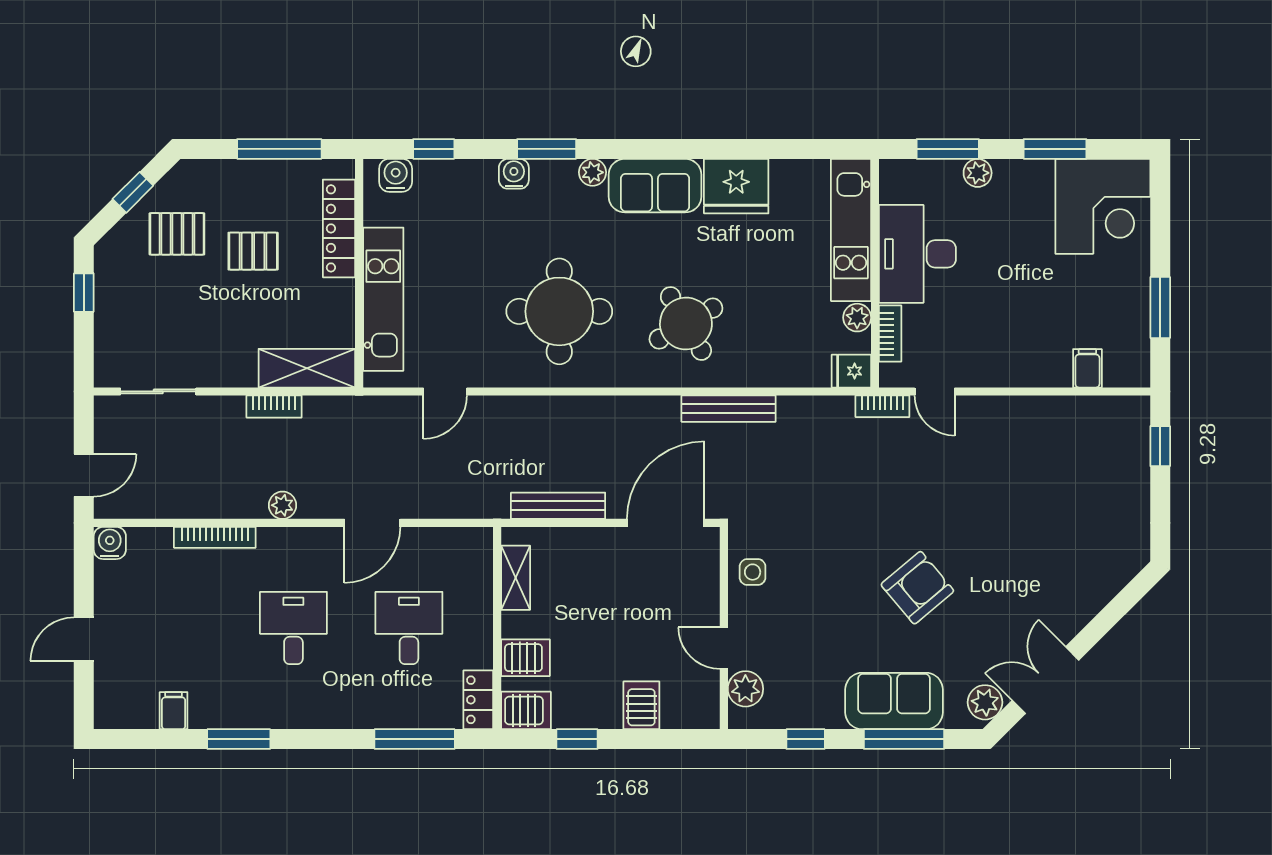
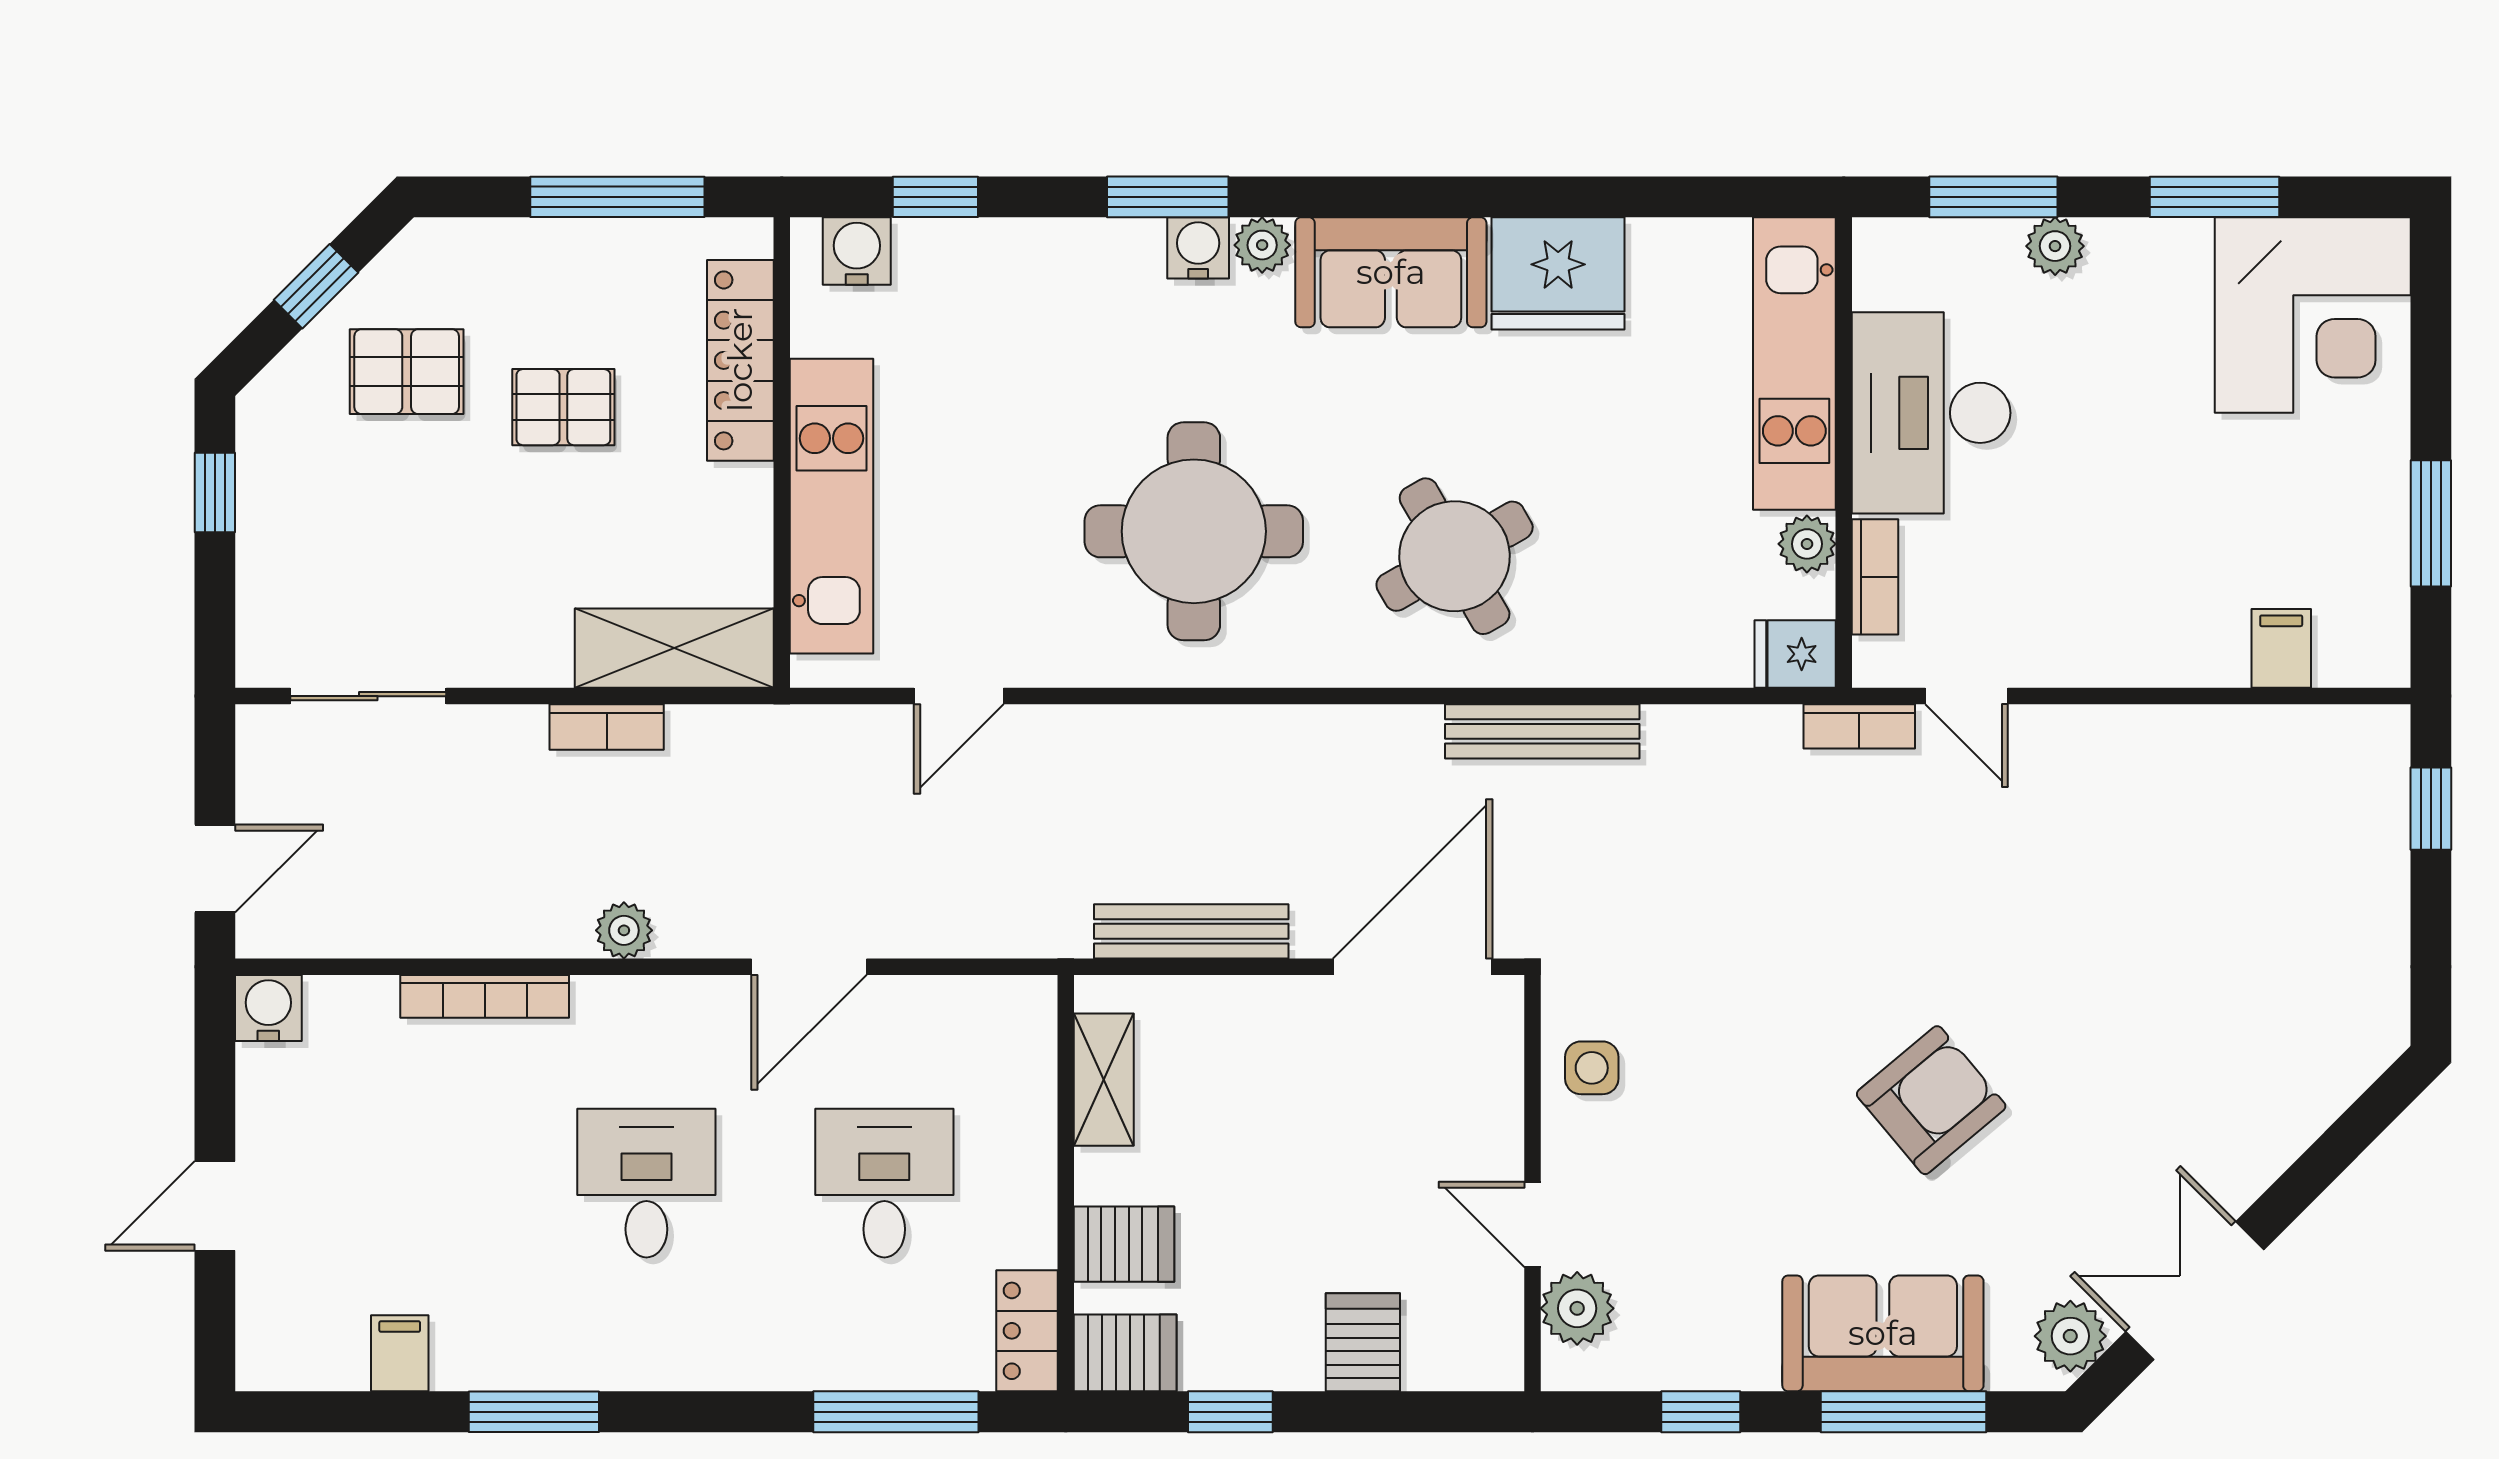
water cooler: (514, 174) -> (1198, 248), moved

